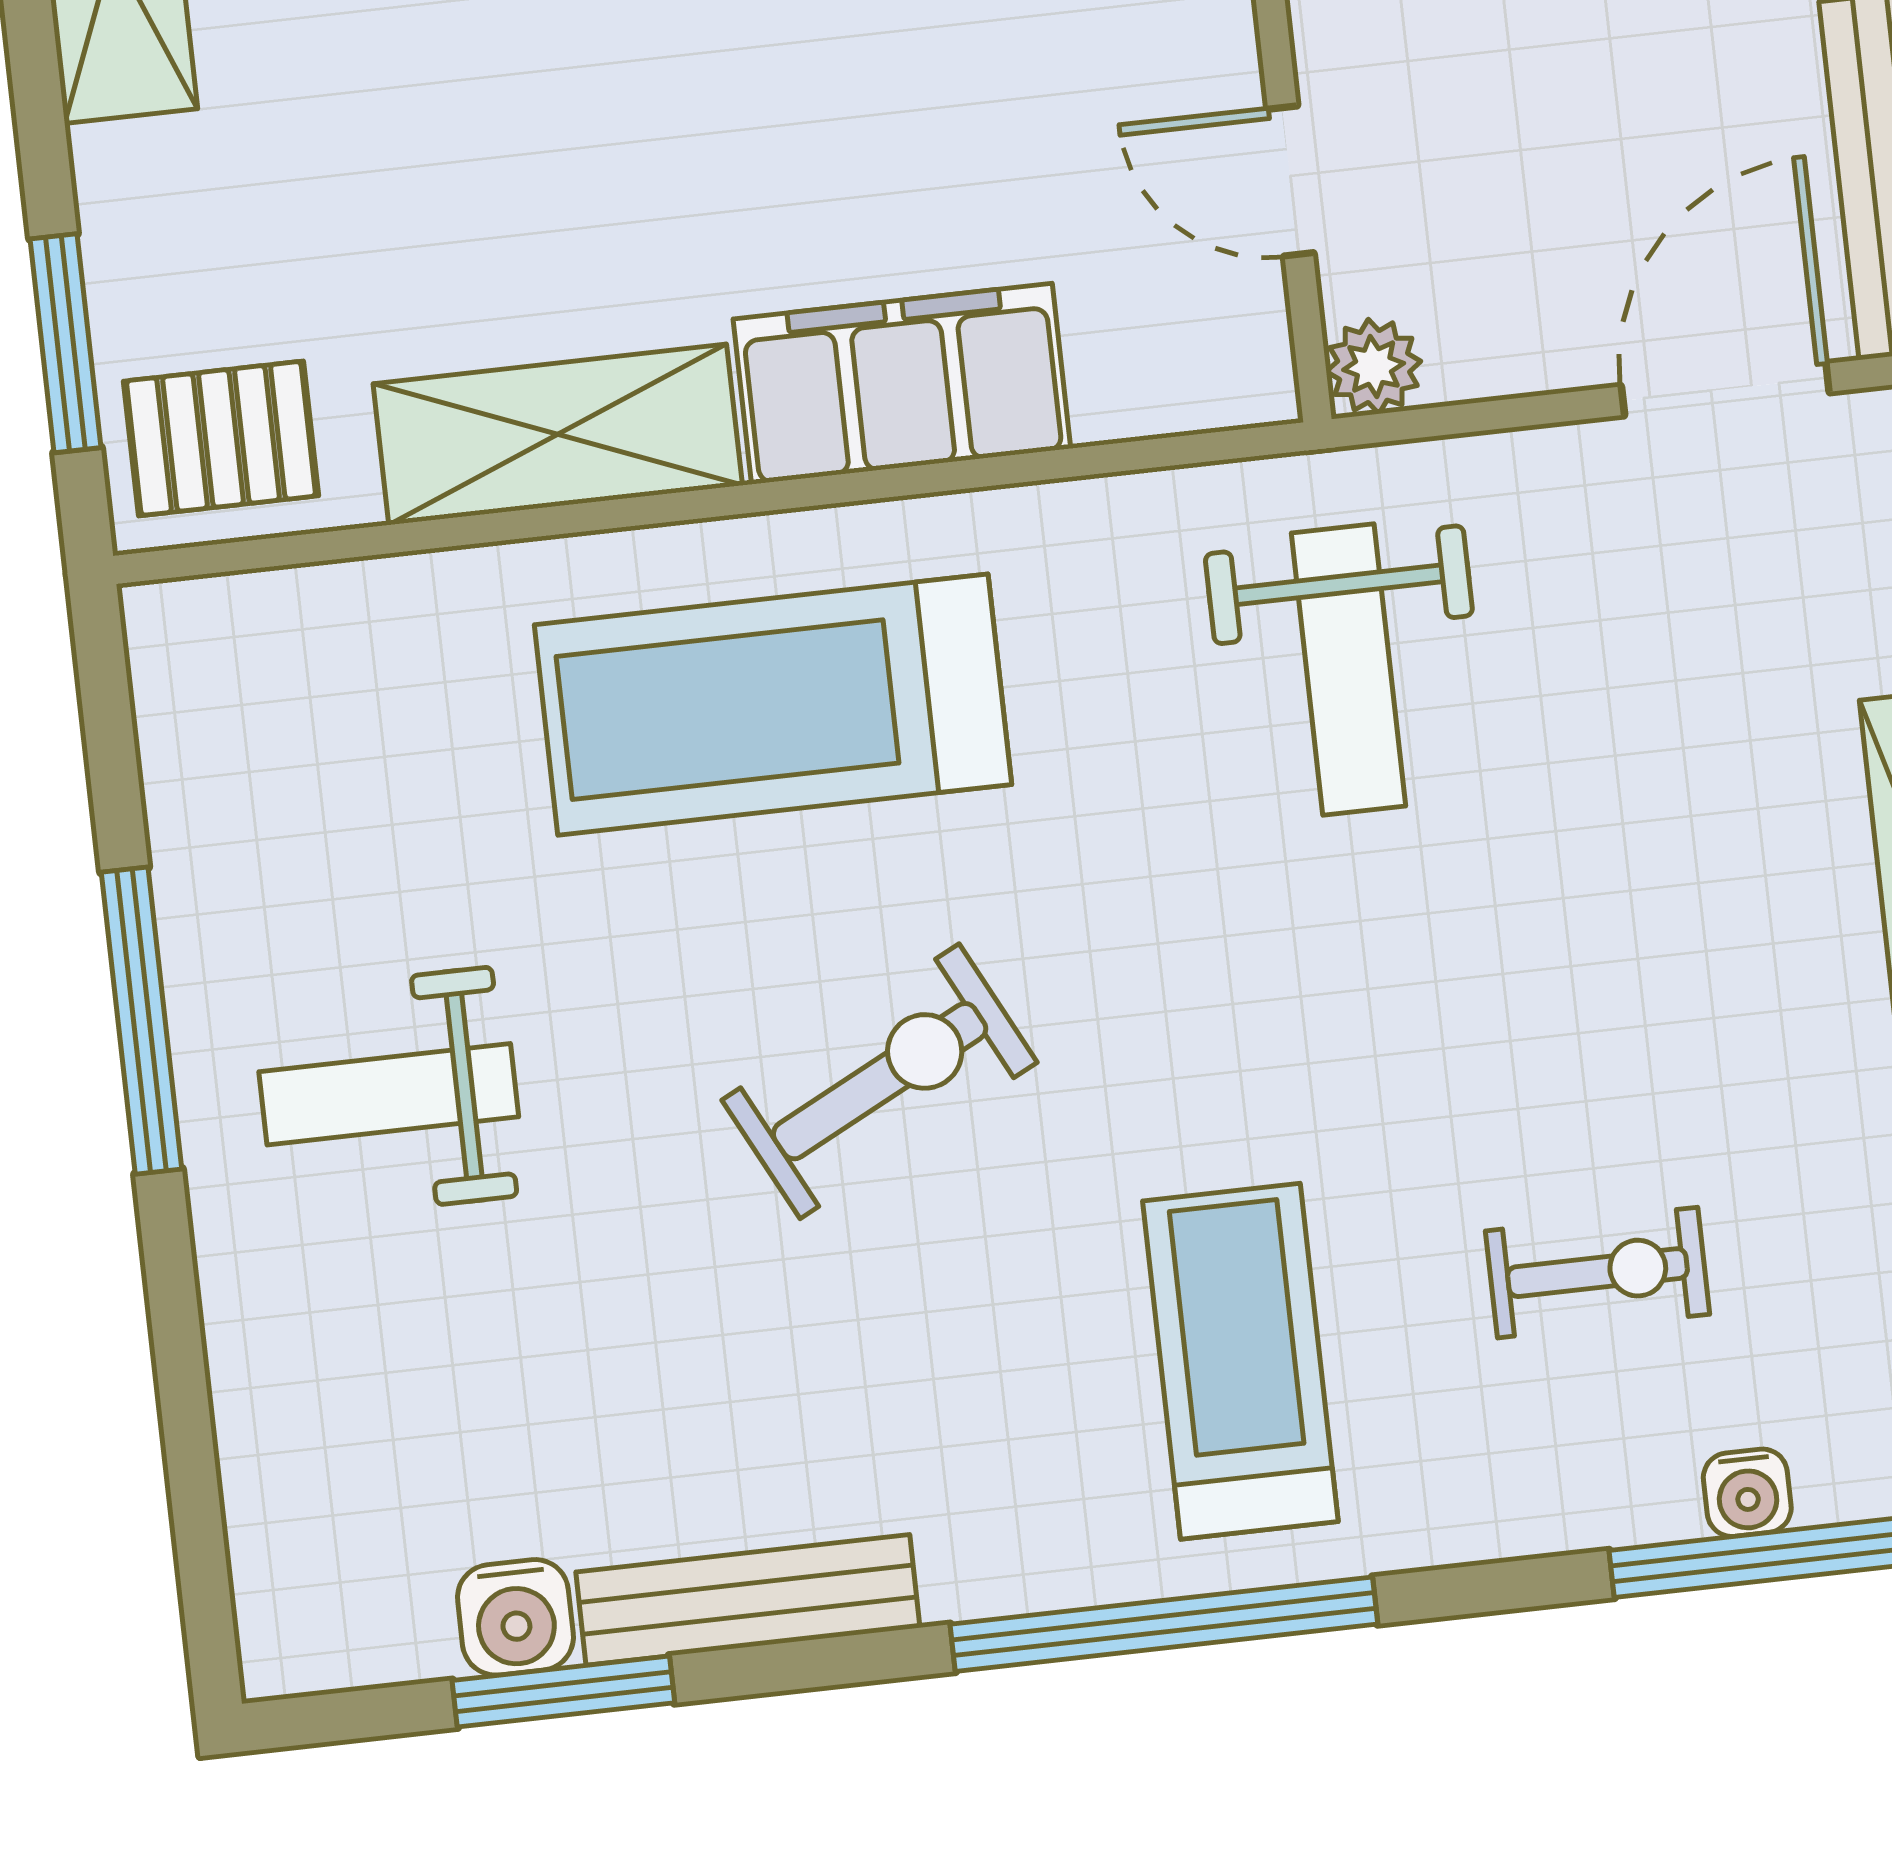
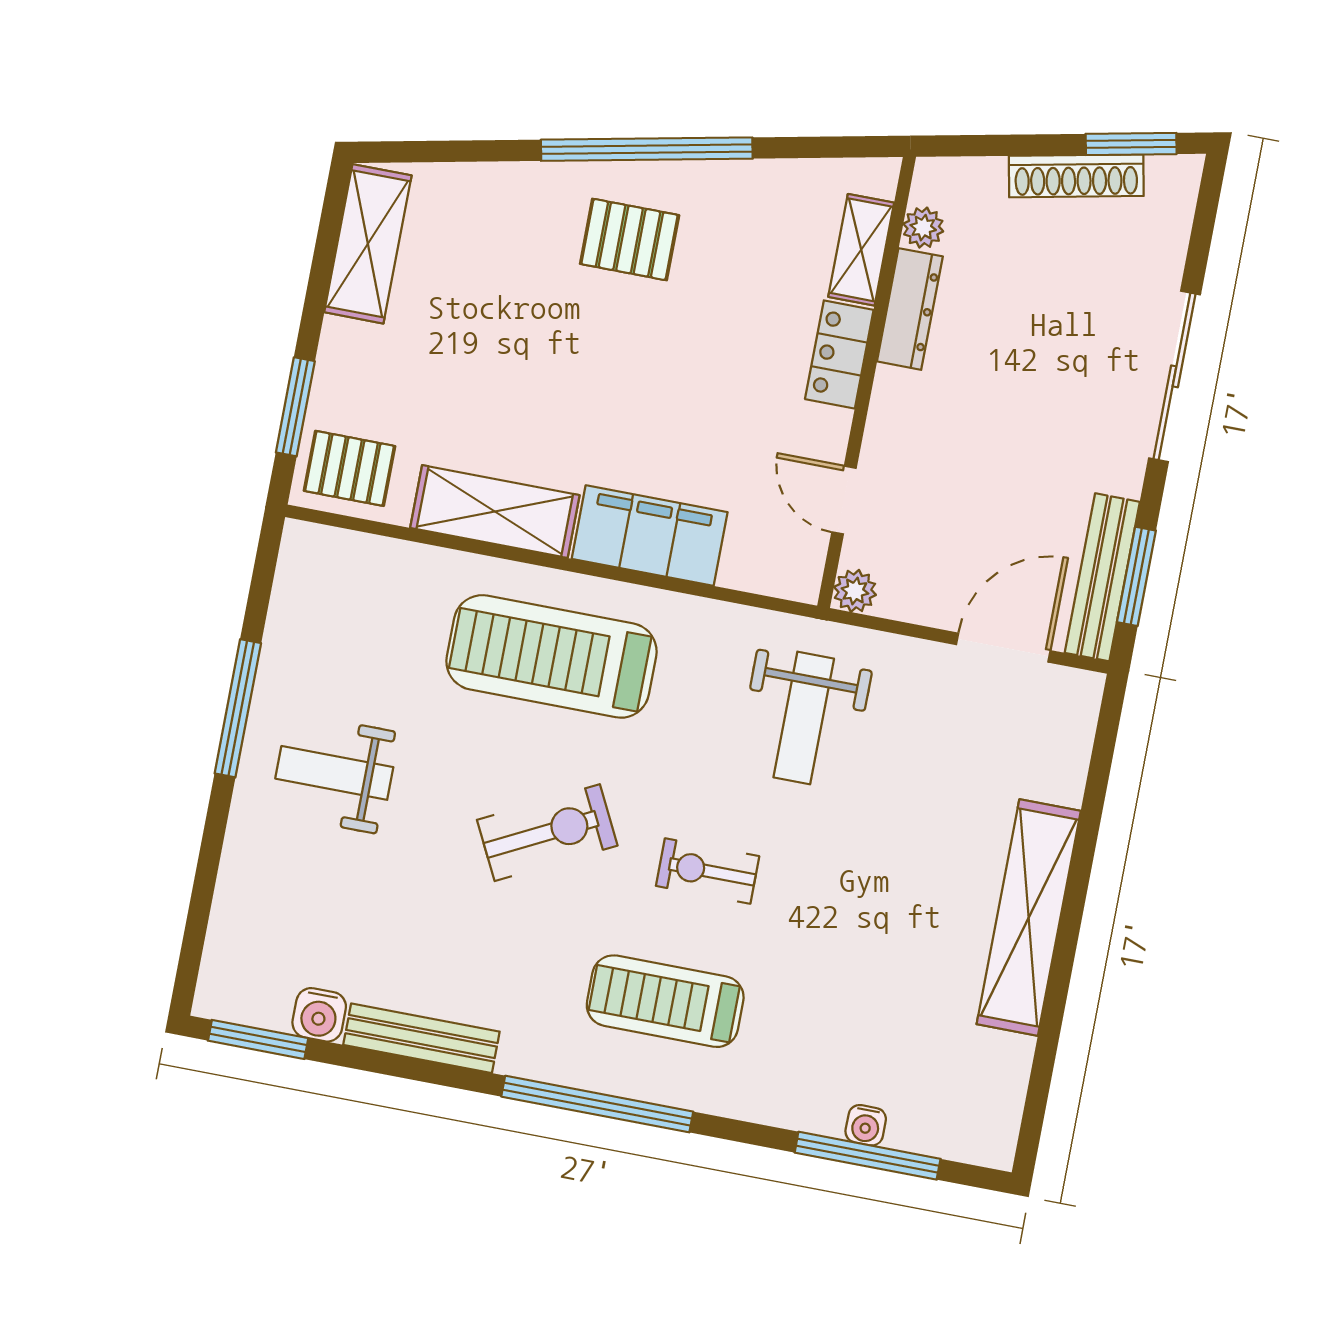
exercise bike: (1598, 1273) -> (708, 871), moved, turned 180
treadmill: (1240, 1361) -> (665, 1001), turned -90
window: (563, 1692) -> (258, 1039), moved

